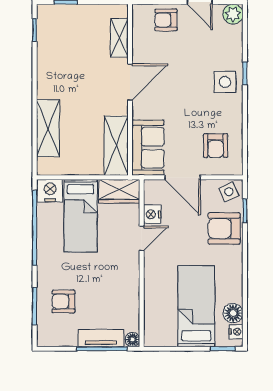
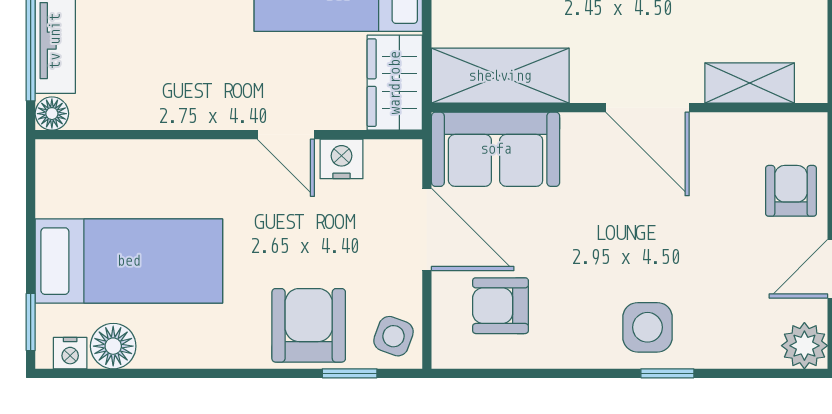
door: (183, 177) -> (427, 229), swing flipped
side table: (229, 192) -> (393, 336), turned 45

